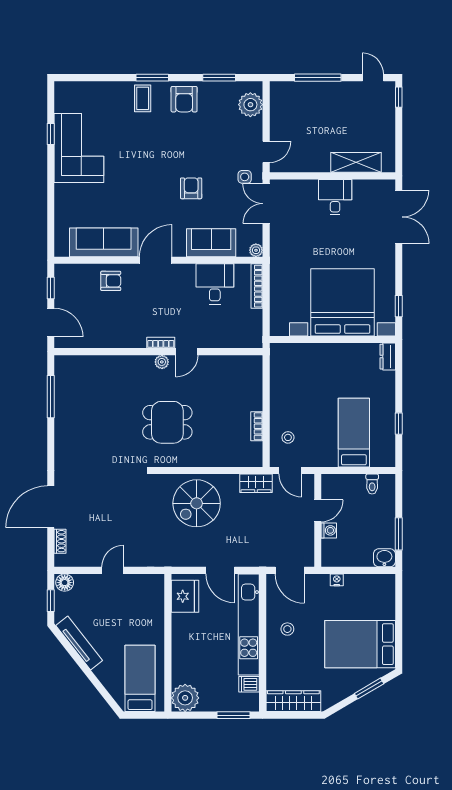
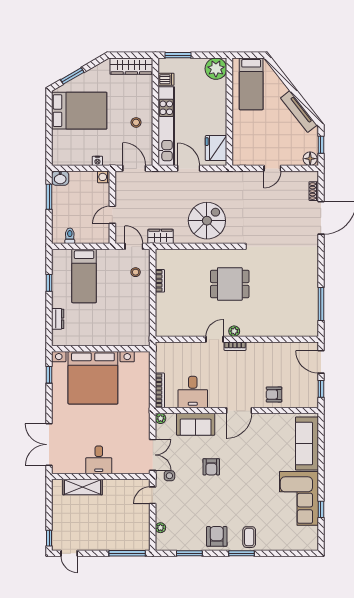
window: (318, 78) -> (127, 553), moved
plant: (250, 105) -> (160, 528), width x0.53, depth x0.53
sofa: (104, 242) -> (307, 444), moved, turned 90
dresser: (388, 357) -> (58, 319), moved
washing machine: (329, 530) -> (104, 177), moved

